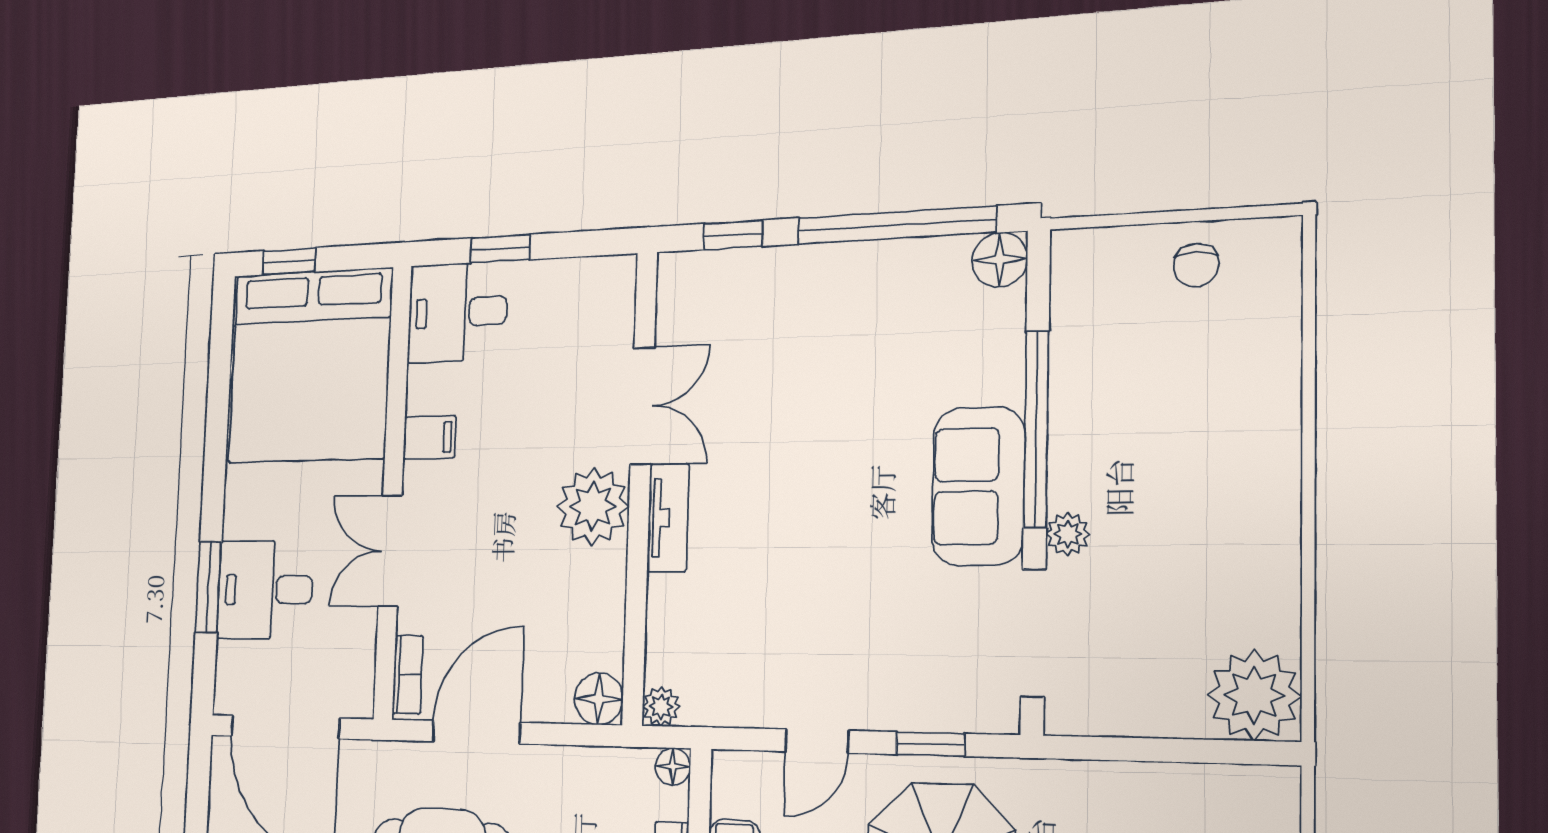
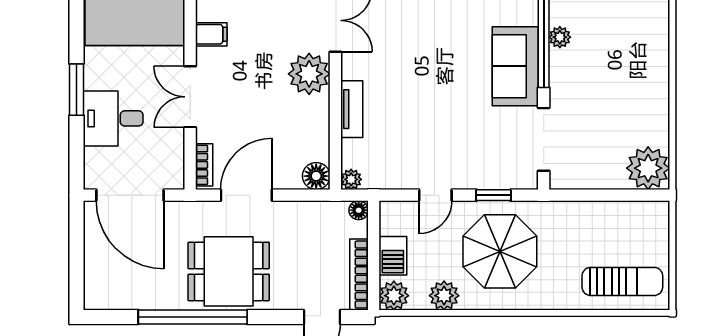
tv unit: (668, 518) -> (352, 109), moved
plant: (1068, 534) -> (560, 37), moved
window: (208, 587) -> (76, 90), moved

